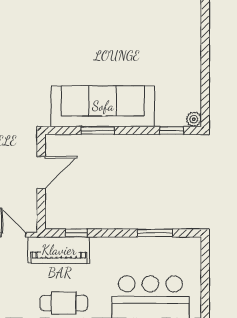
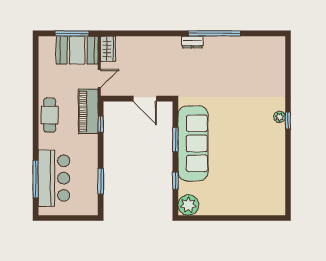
plant: (194, 119) -> (188, 205), width x1.87, depth x1.87
window: (172, 131) -> (175, 181), moved

